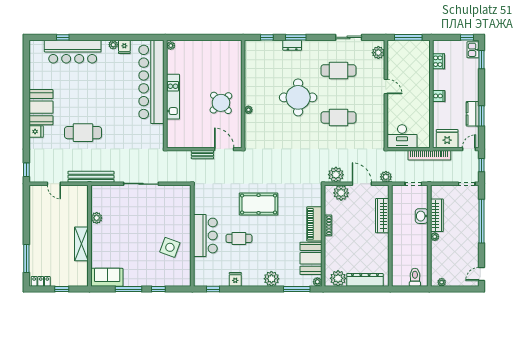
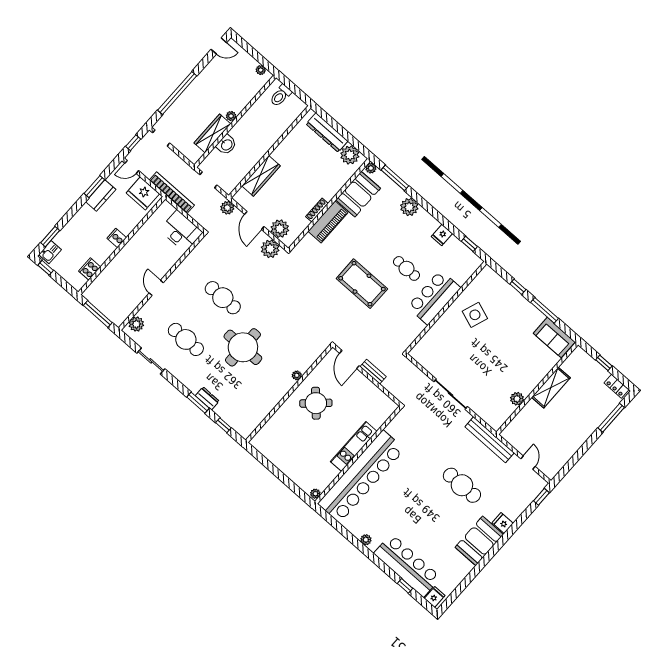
fridge: (124, 47) -> (435, 597), moved

